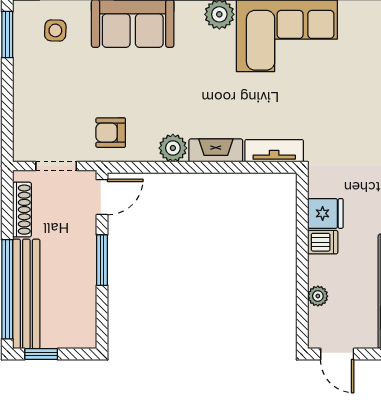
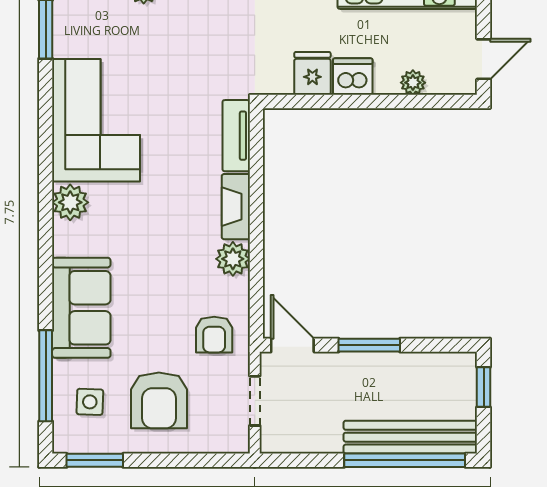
armchair: (57, 87) -> (159, 400), added
shoe rack: (22, 210) -> (308, 442), removed
dishwasher: (323, 242) -> (353, 77), width x1.38
window: (41, 354) -> (484, 387), moved

